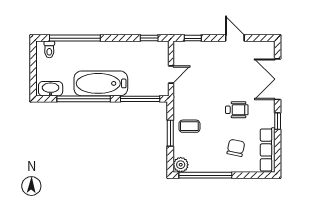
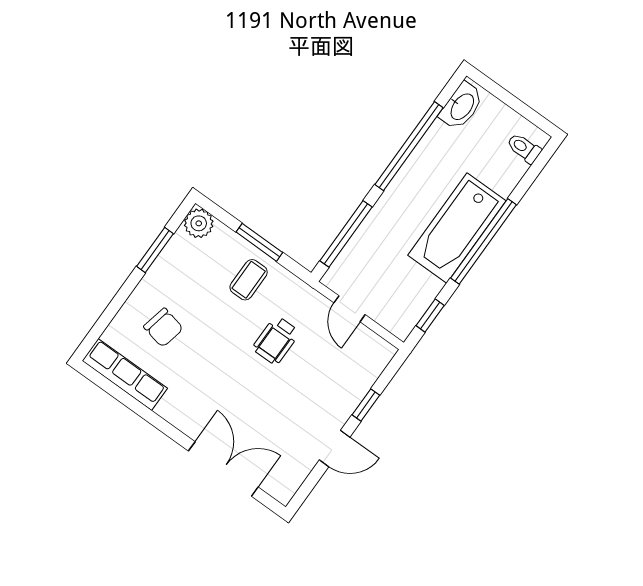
window: (75, 38) -> (484, 241), moved
window: (193, 38) -> (366, 405), moved
bathtub: (101, 83) -> (457, 228), moved, turned 180
wheelchair: (237, 110) -> (276, 340), moved
window: (278, 121) -> (158, 422), removed
window: (205, 175) -> (155, 250), width x0.47

